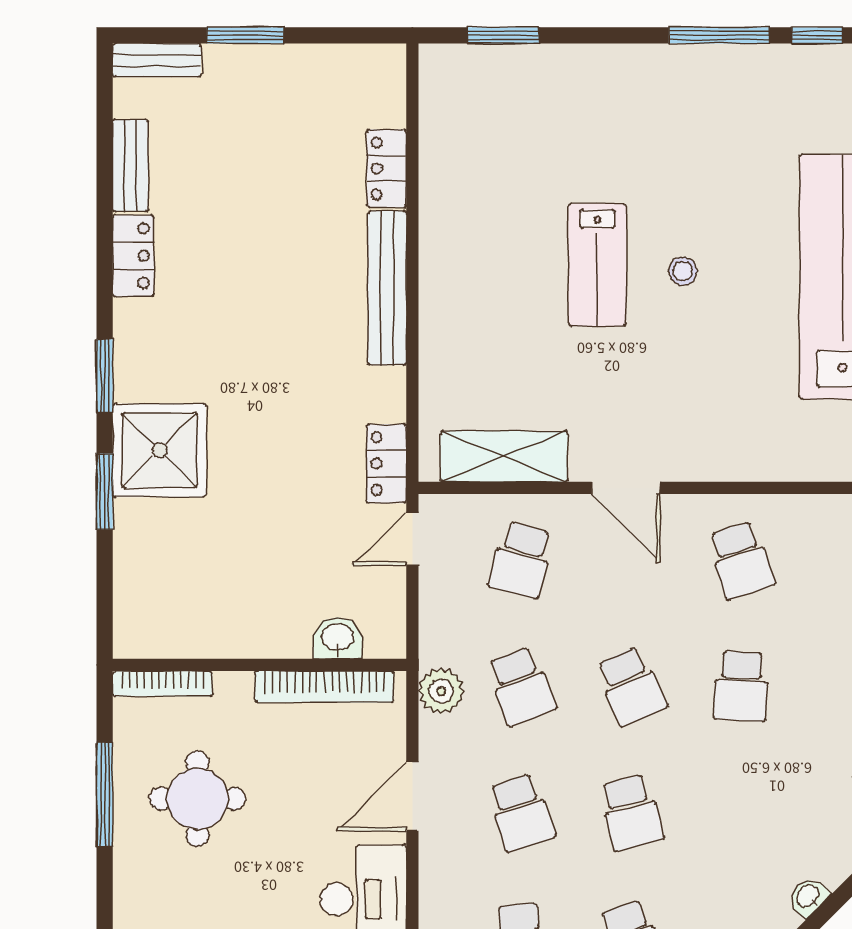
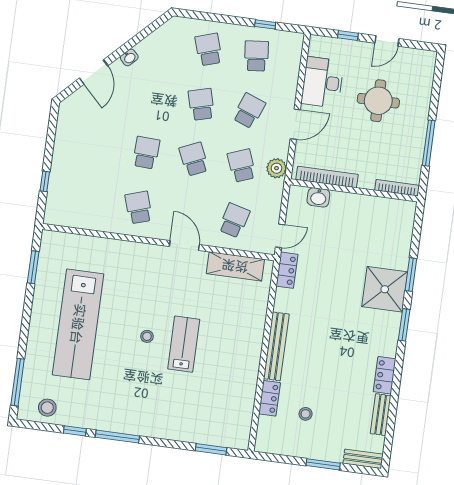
stool: (300, 144) -> (306, 414), added
round table: (197, 799) -> (378, 101), moved
school desk: (521, 813) -> (249, 111), turned 39

